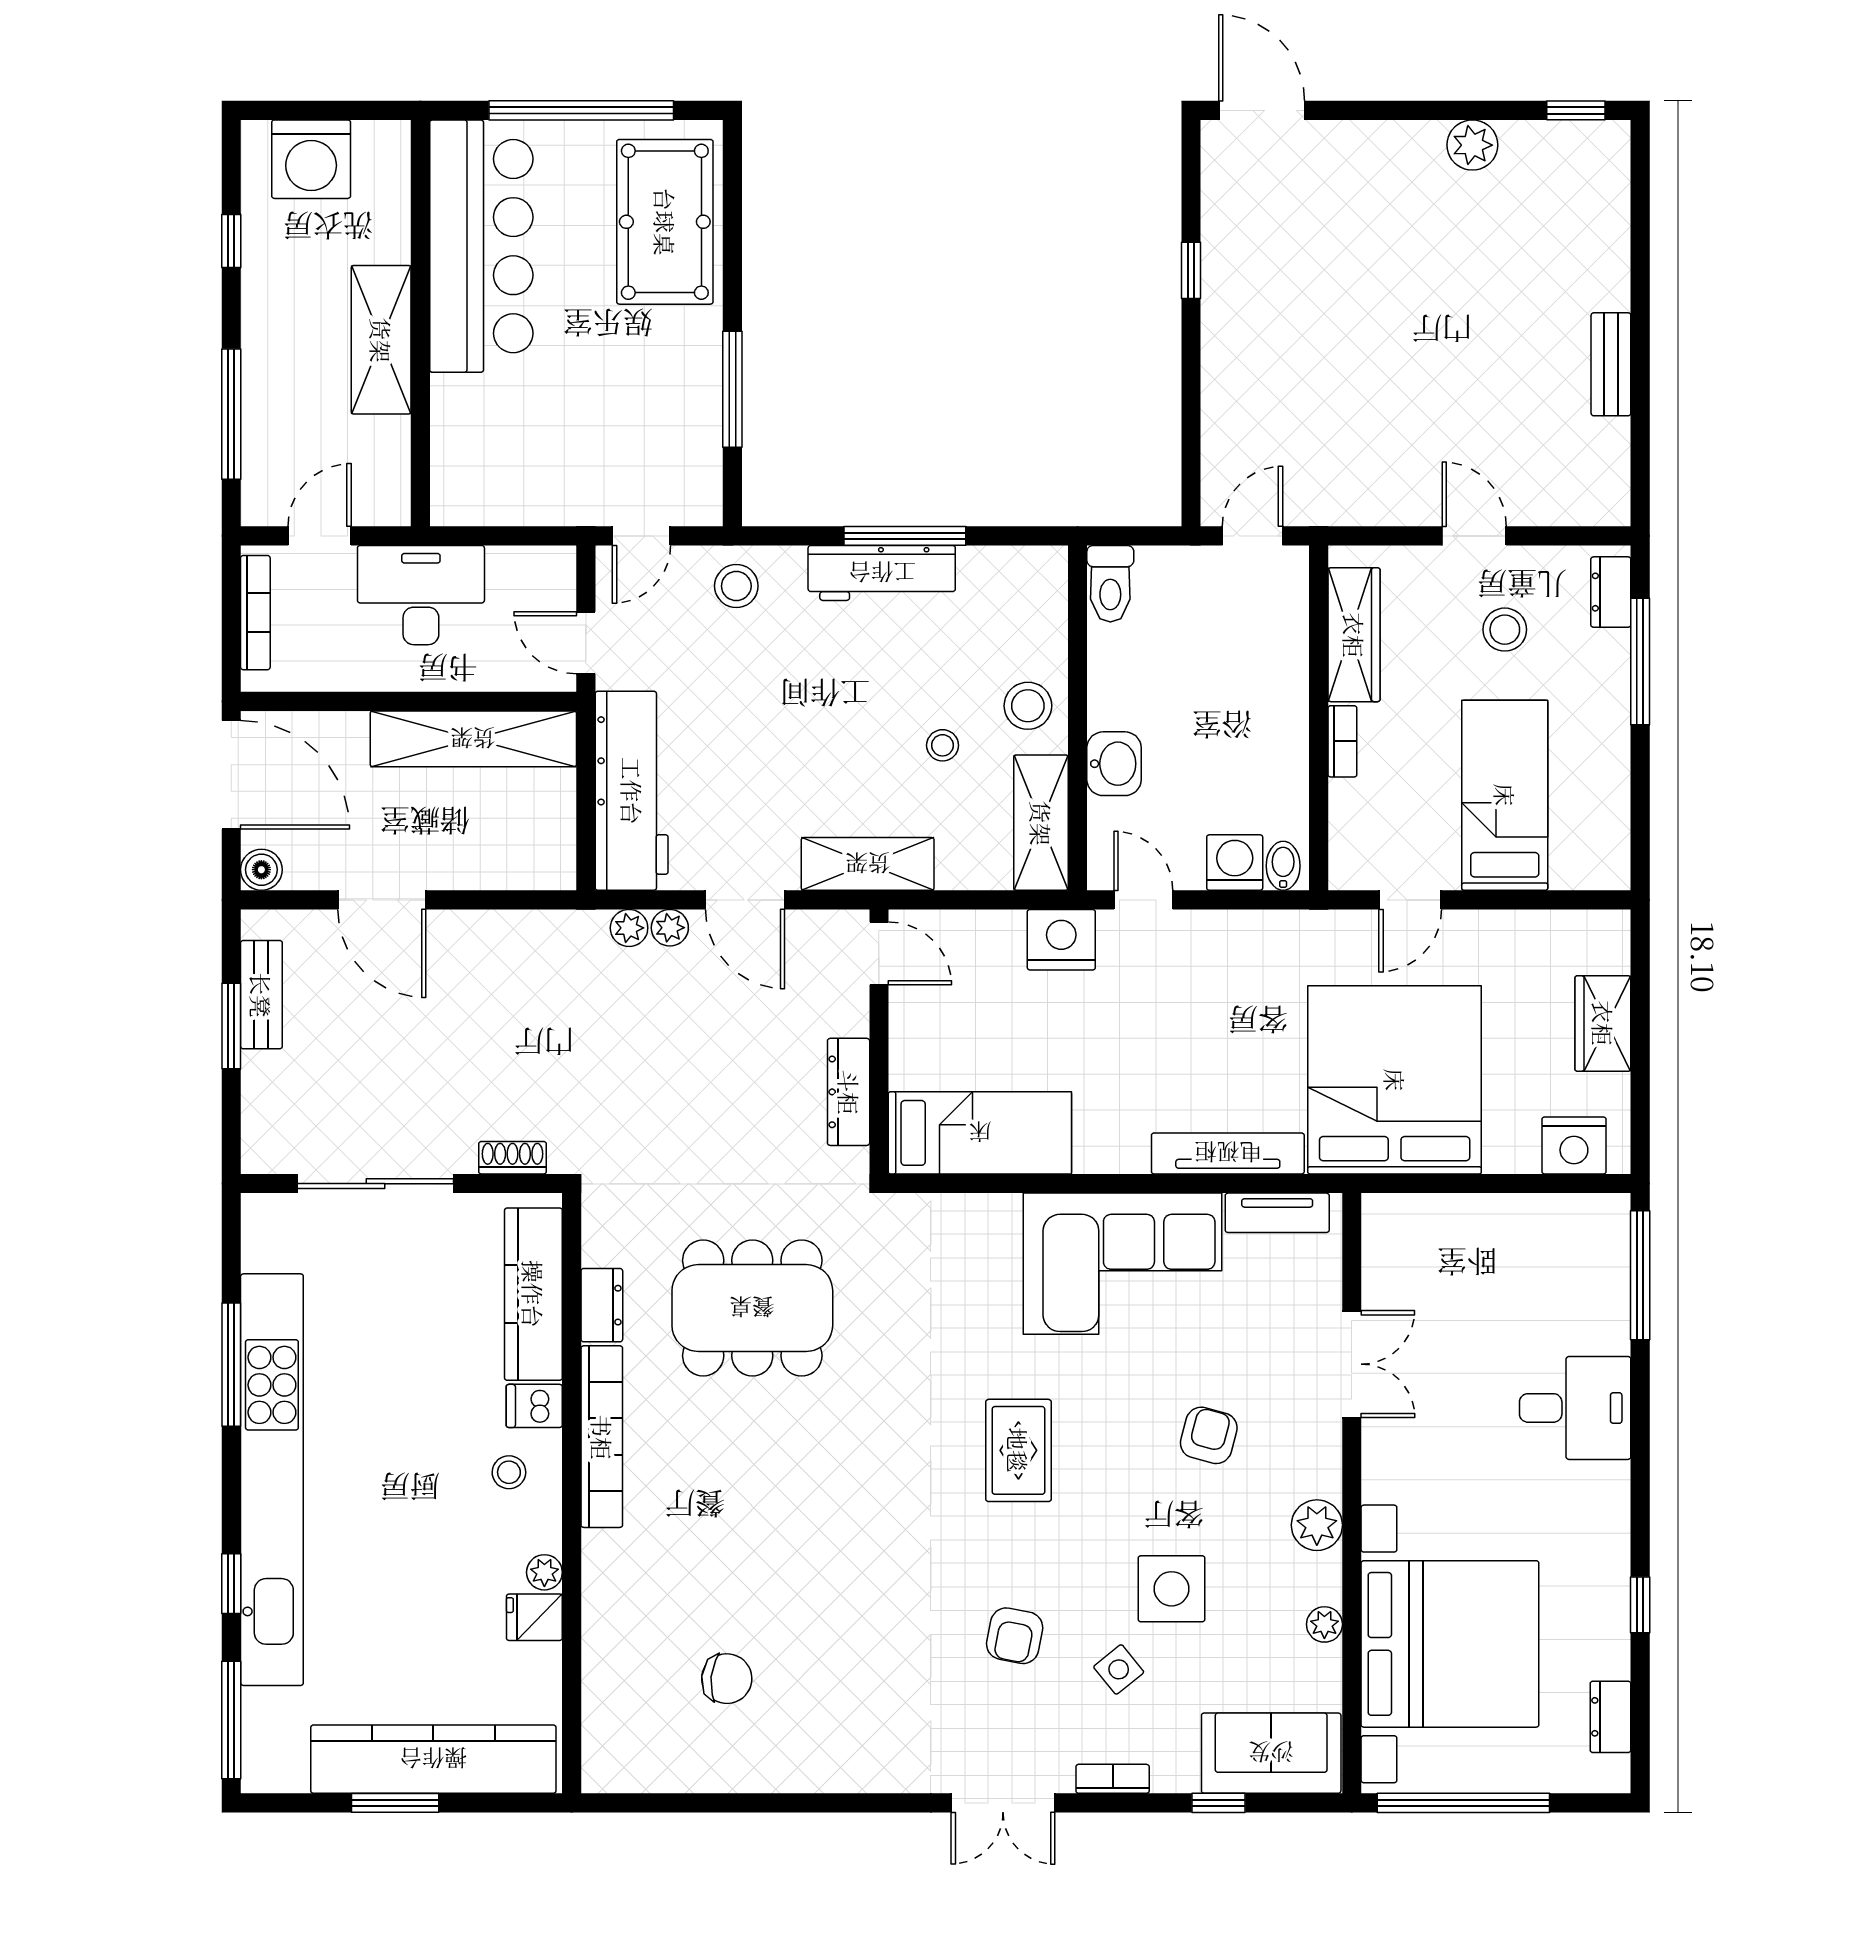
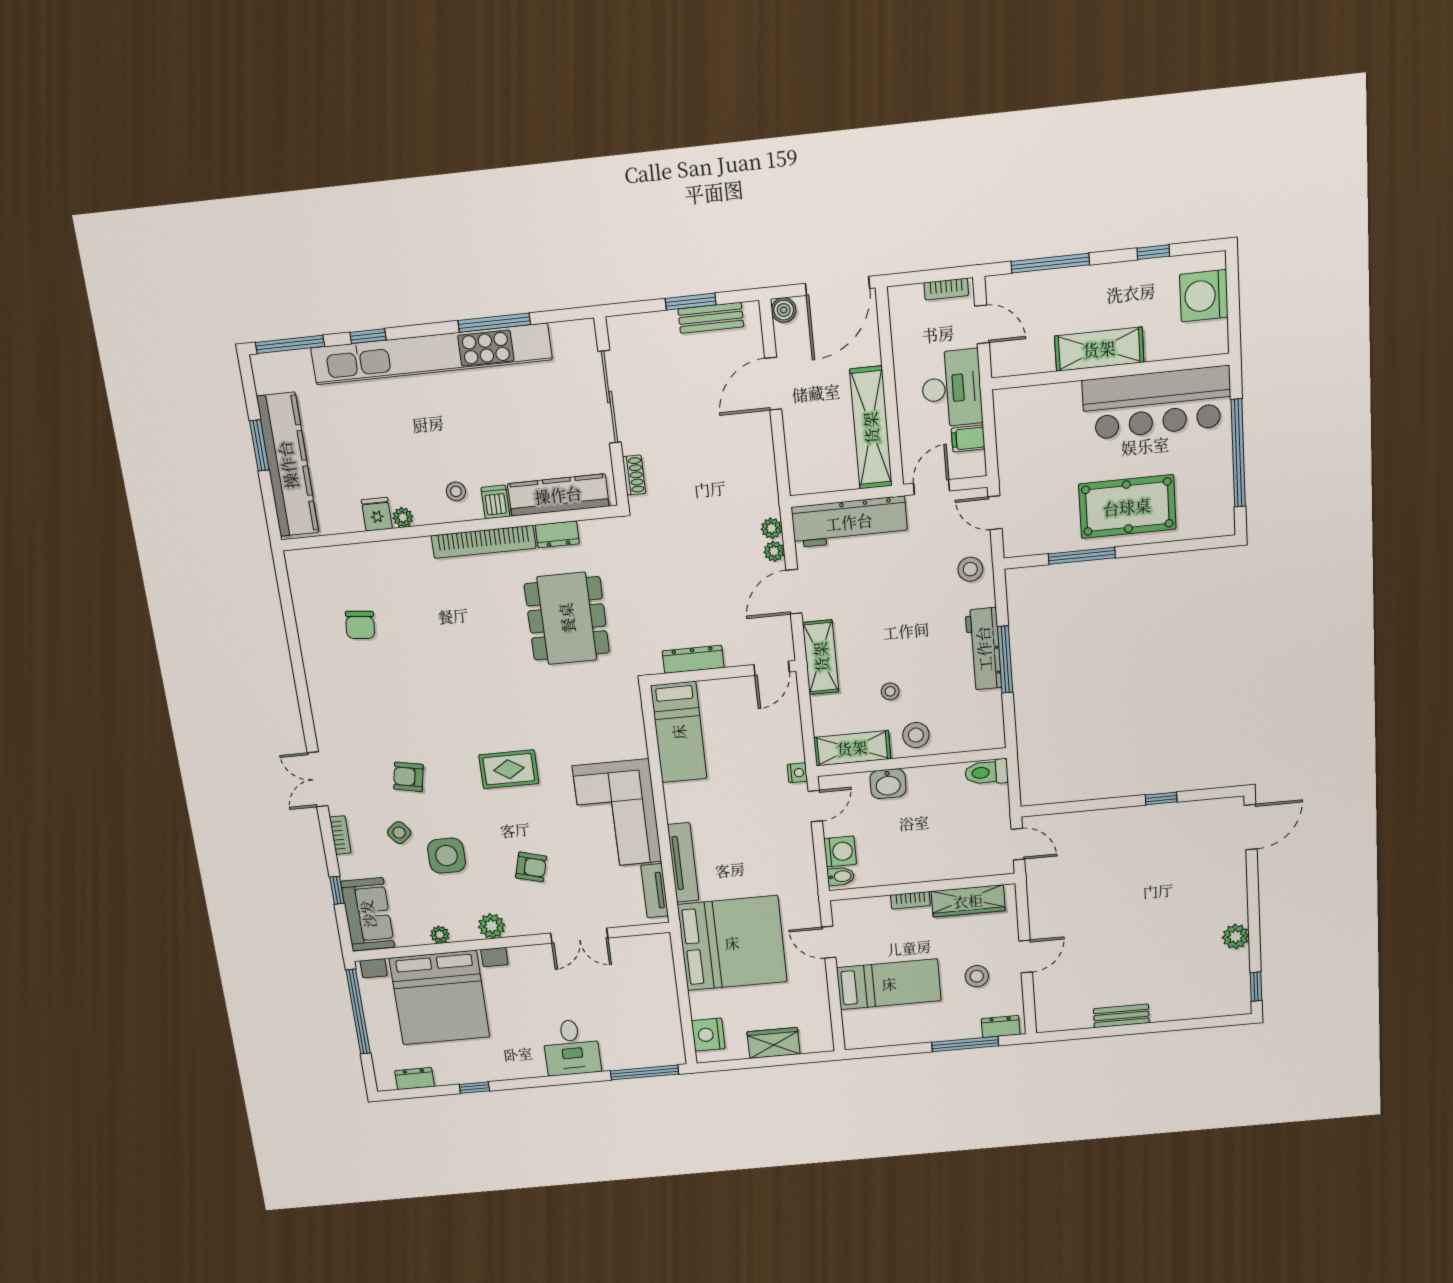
pool table: (665, 222) -> (1127, 507), moved
filing cabinet: (509, 573) -> (968, 439), added
bookcase: (255, 613) -> (946, 289), width x0.64
nightstand: (1061, 940) -> (797, 773), width x0.53, depth x0.56

